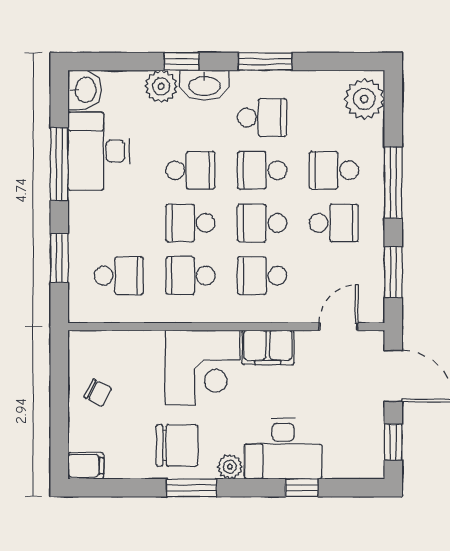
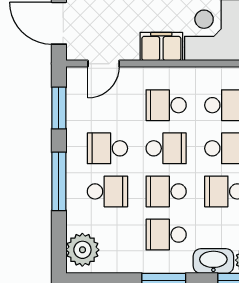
school desk: (262, 170) -> (166, 191), turned 180
school desk: (262, 276) -> (166, 105), turned 180

